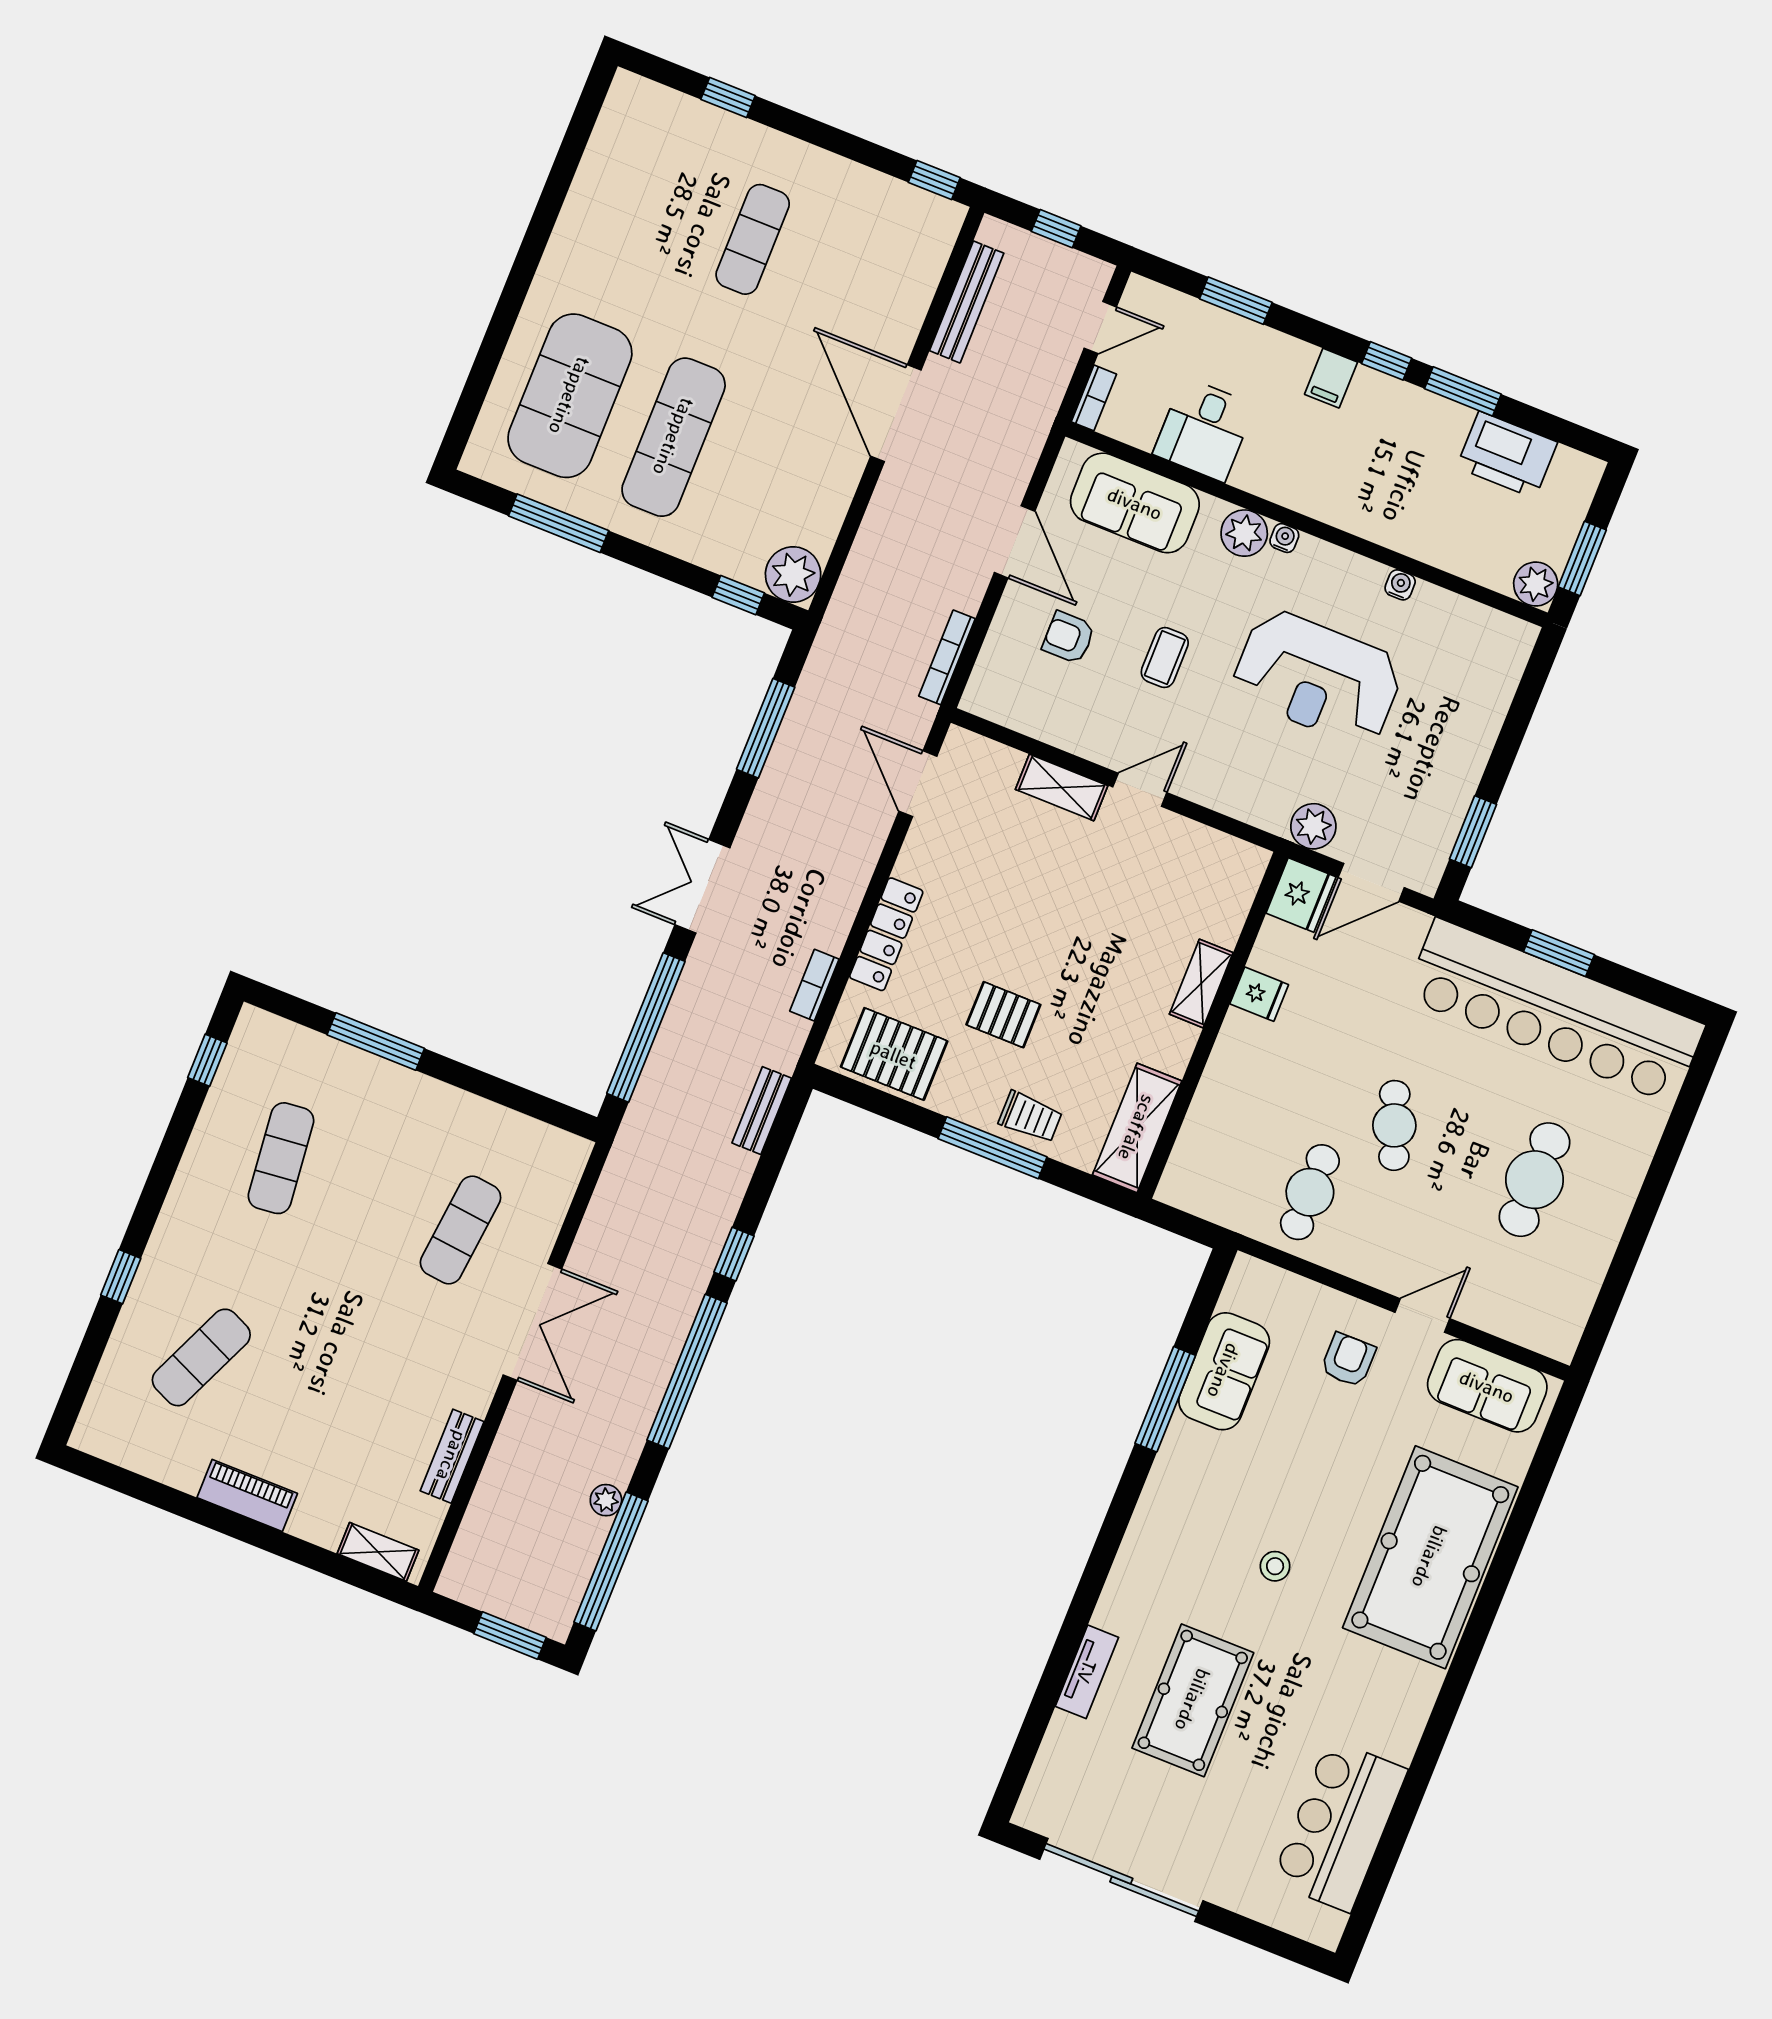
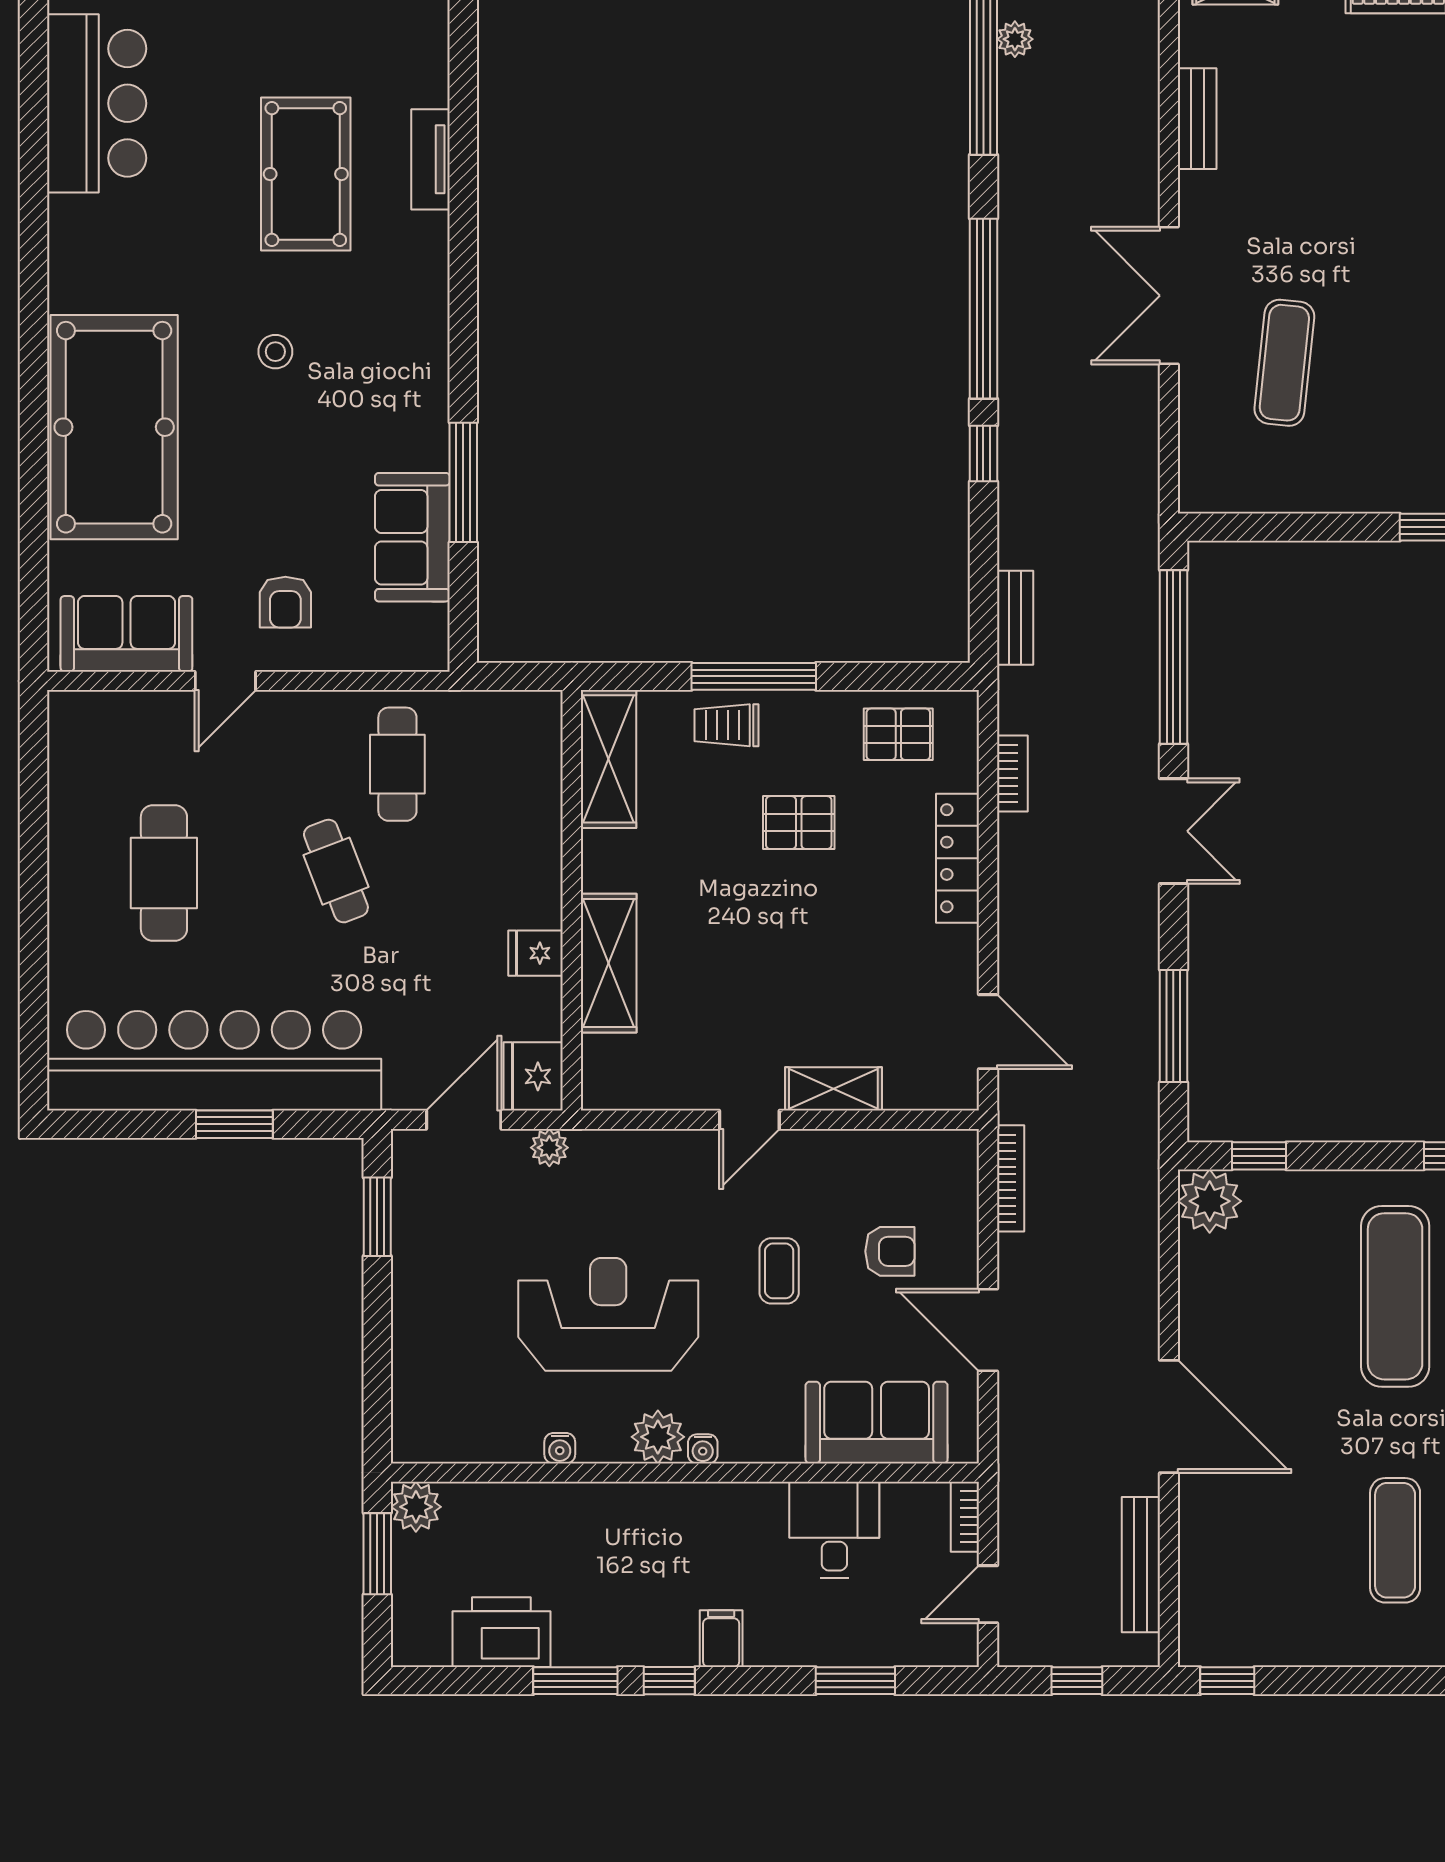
plant: (1244, 533) -> (658, 1437), moved
plant: (1313, 826) -> (549, 1148), width x0.73, depth x0.73
shelving: (1201, 983) -> (609, 963), width x1.50, depth x1.33
pallet: (894, 1054) -> (898, 734), width x0.67, depth x0.71
plant: (606, 1500) -> (1015, 39), moved

